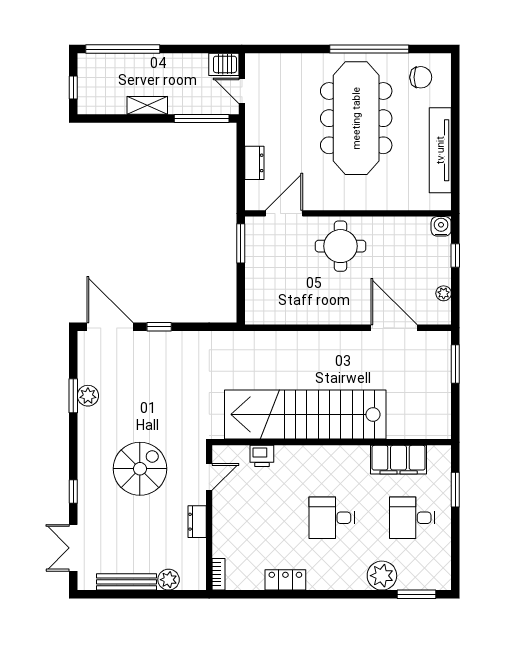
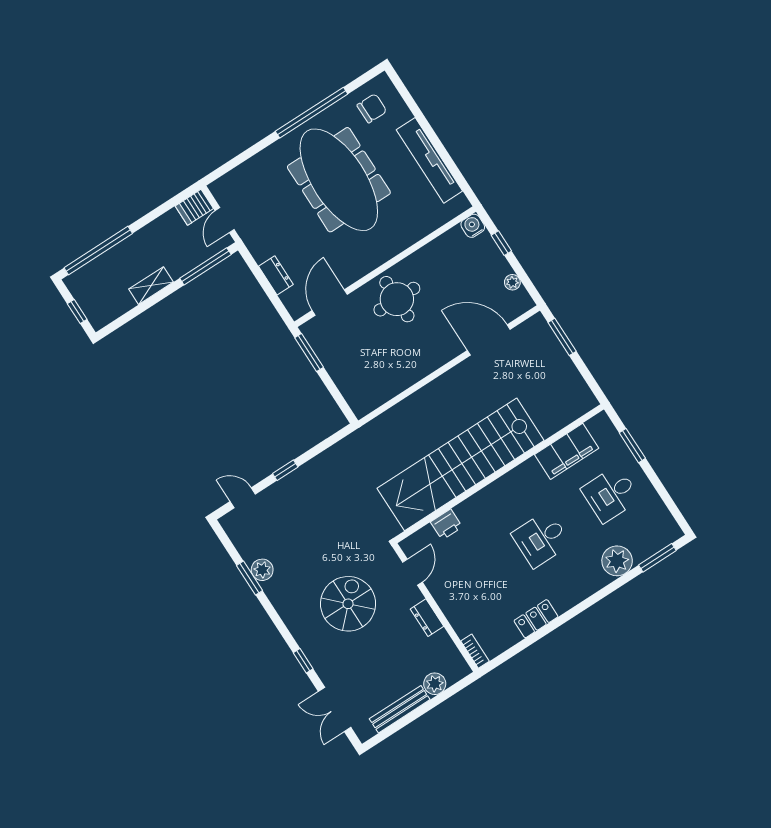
door: (242, 91) -> (225, 220), hinge flipped
door: (110, 327) -> (243, 498), width x0.53

